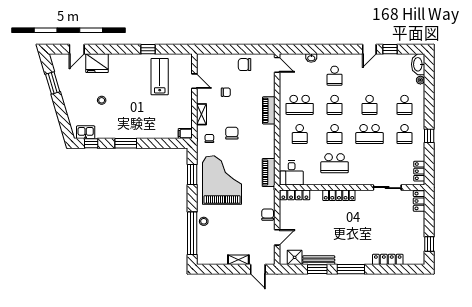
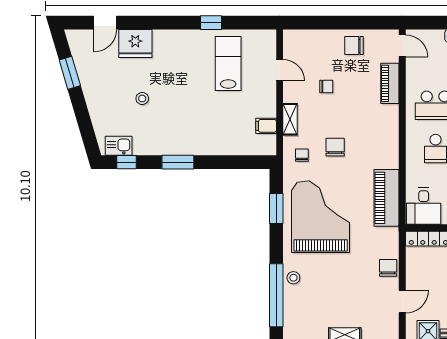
piano: (269, 110) -> (390, 83), moved
filing cabinet: (185, 134) -> (266, 126), moved
piano: (269, 173) -> (387, 198), width x1.37, depth x1.33

